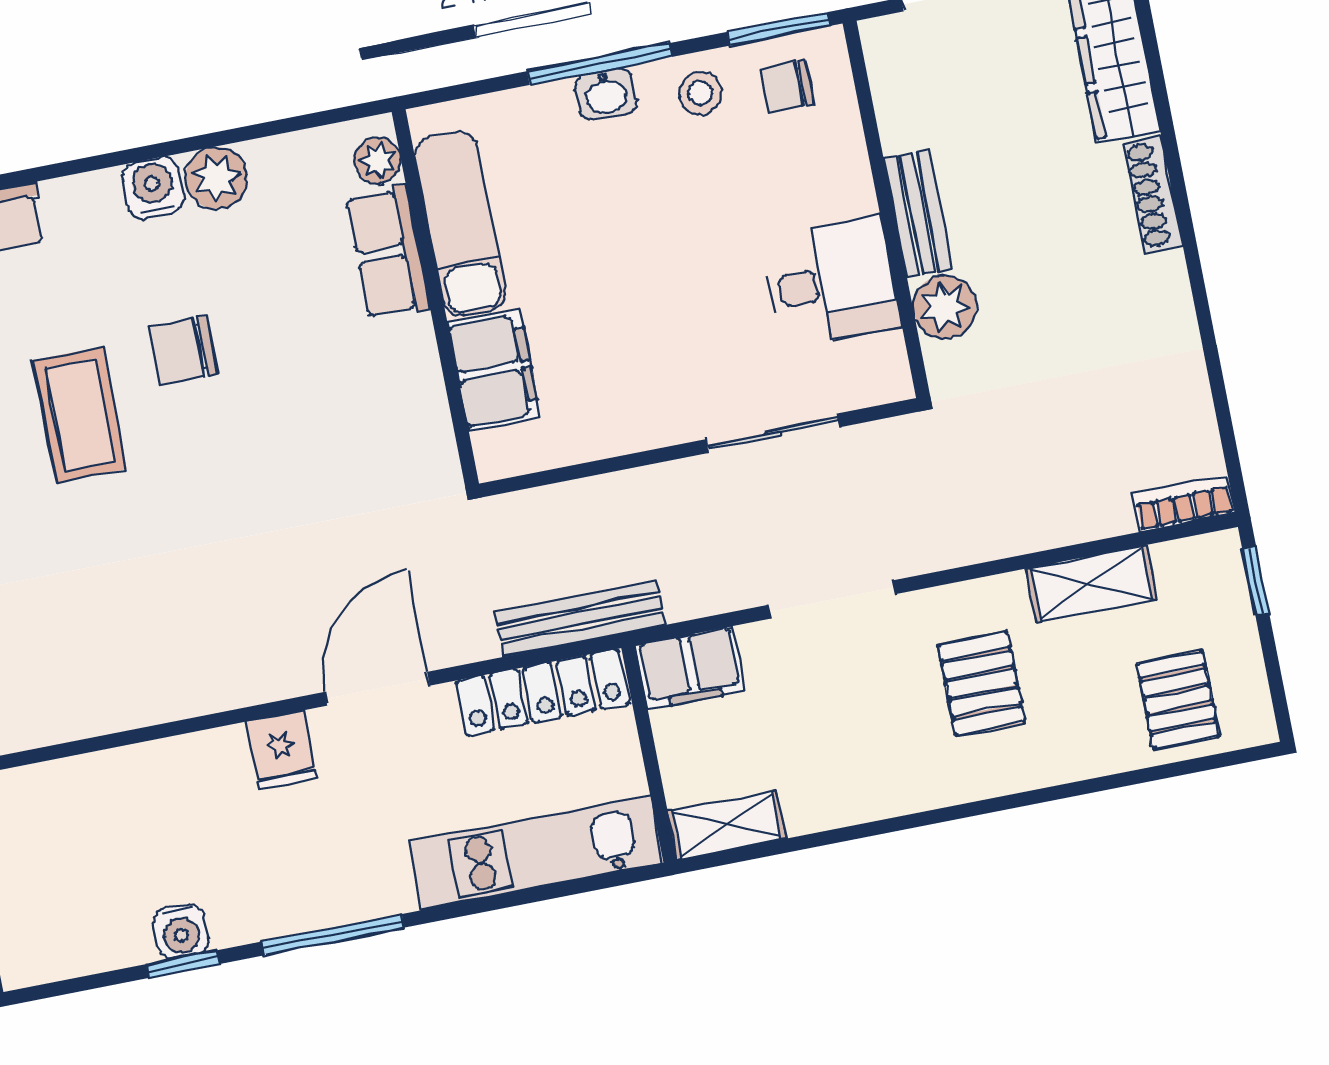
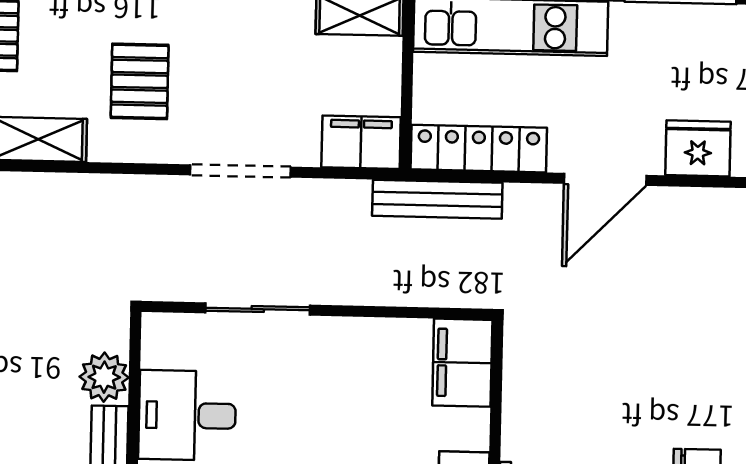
filing cabinet: (494, 370) -> (462, 363), moved
fridge: (282, 750) -> (698, 148), width x1.38

